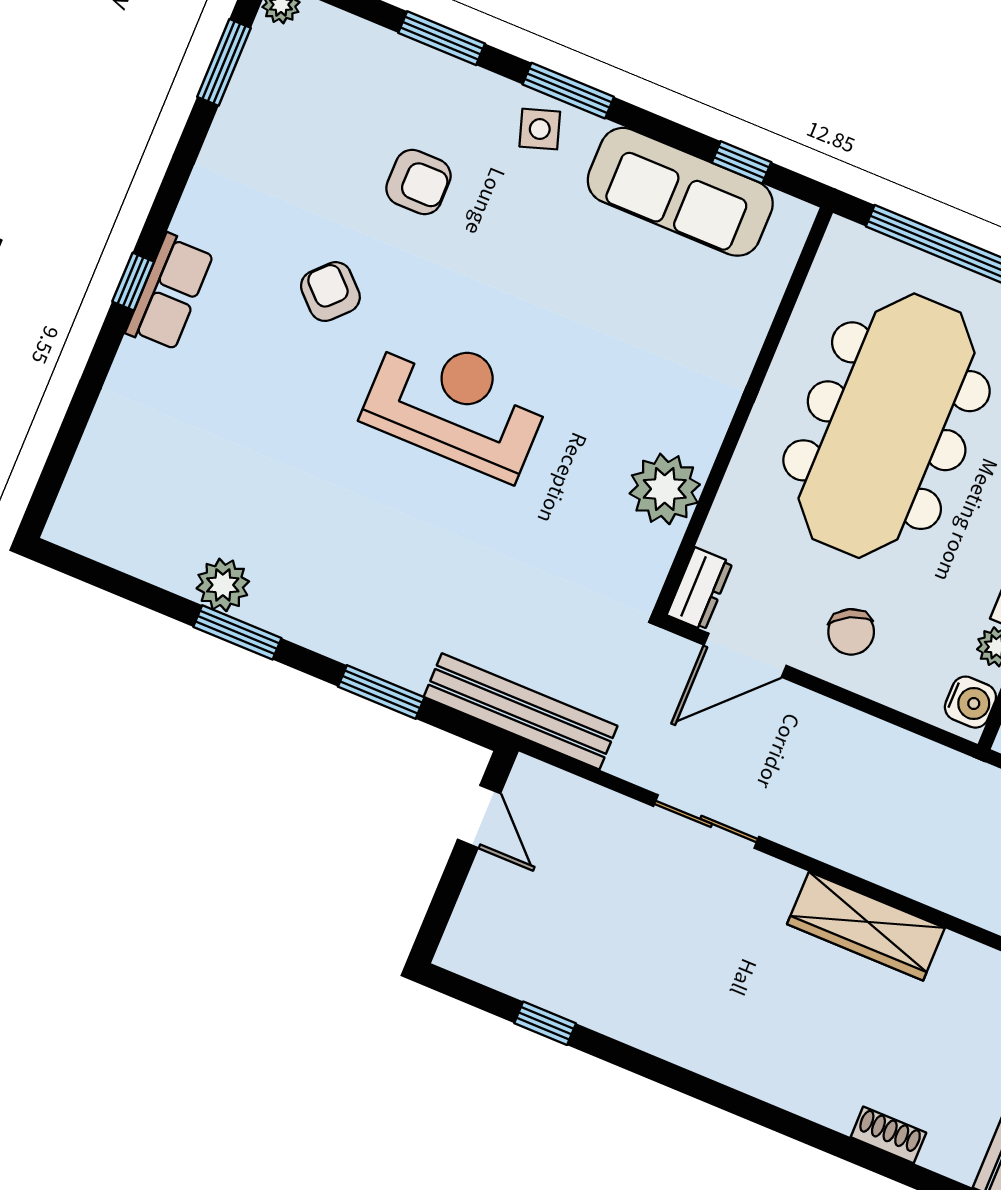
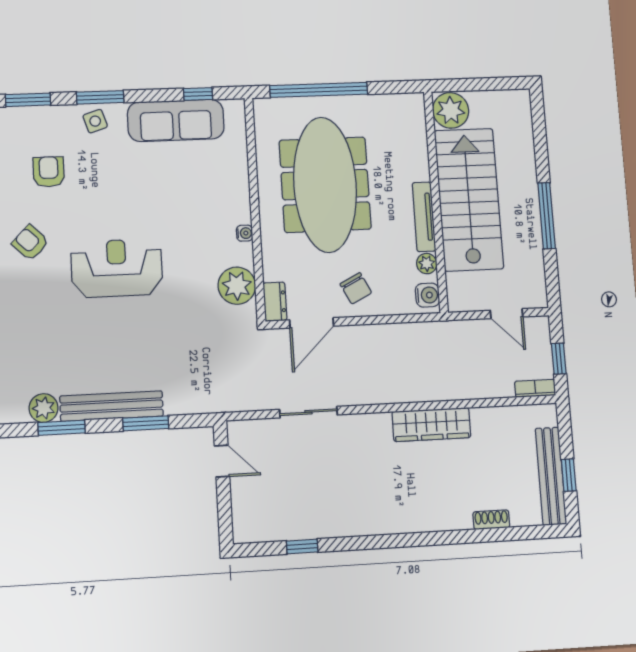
armchair: (418, 182) -> (49, 172), turned -90
water cooler: (705, 446) -> (245, 233), added
plant: (665, 489) -> (237, 286), moved
bench: (521, 711) -> (112, 406), moved
sliding door: (706, 821) -> (308, 412), moved

